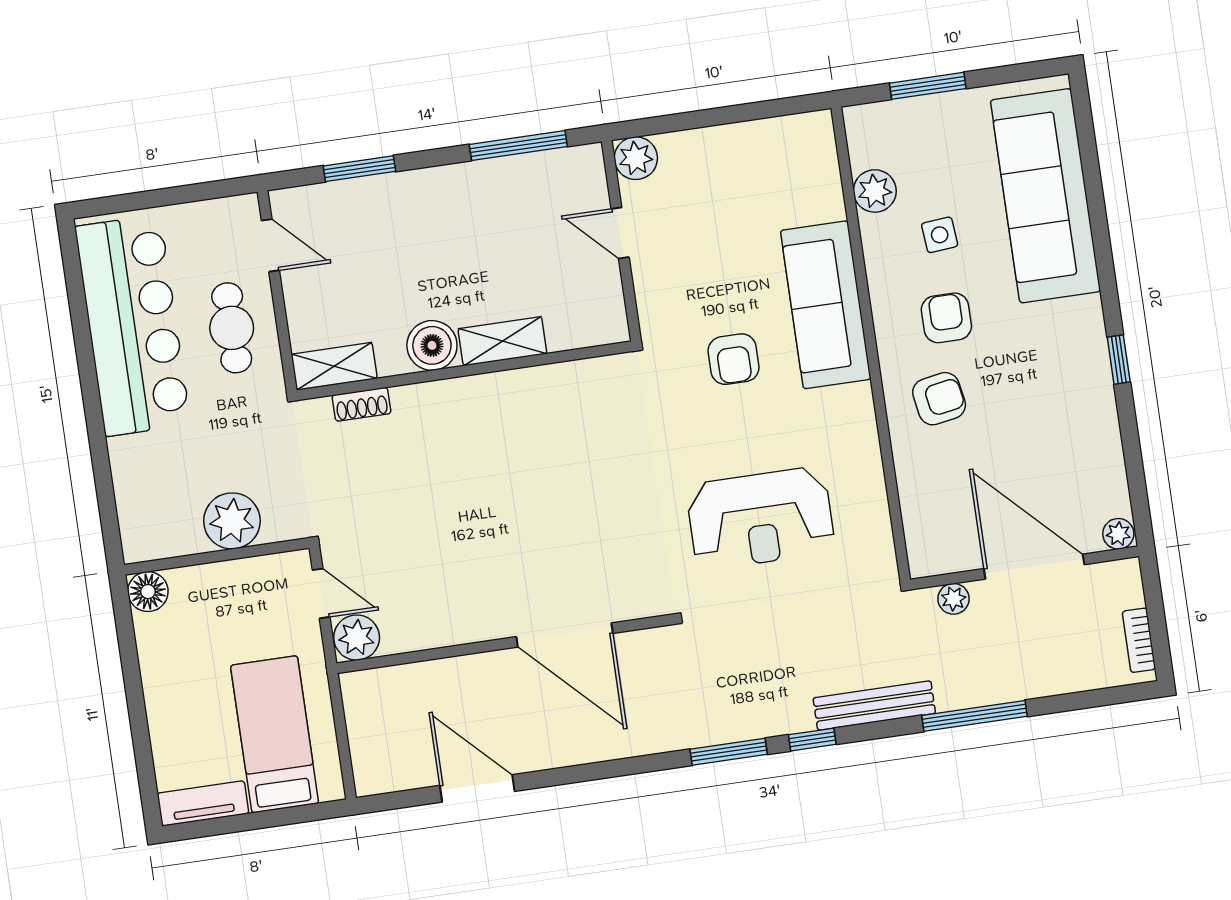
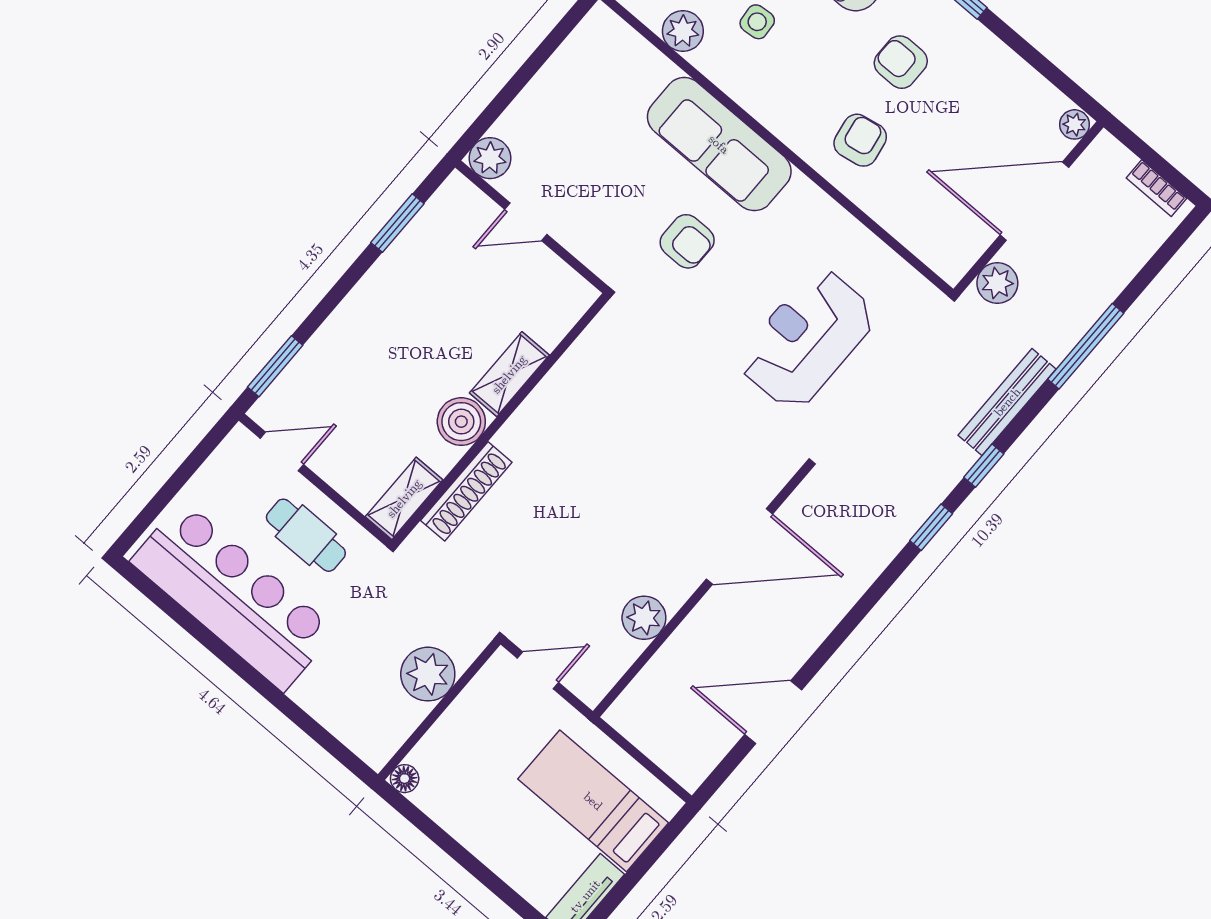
window: (518, 146) -> (397, 223), width x0.69
window: (359, 169) -> (275, 366), moved
armchair: (946, 318) -> (901, 62), moved
shoe rack: (362, 404) -> (466, 491), width x1.94, depth x1.24
reception desk: (760, 518) -> (807, 339), turned 180
floor lamp: (148, 592) -> (405, 779), width x0.73, depth x0.73
plant: (954, 599) -> (997, 283), width x1.38, depth x1.38
plant: (357, 638) -> (644, 618), moved
window: (729, 752) -> (931, 527), width x0.67

